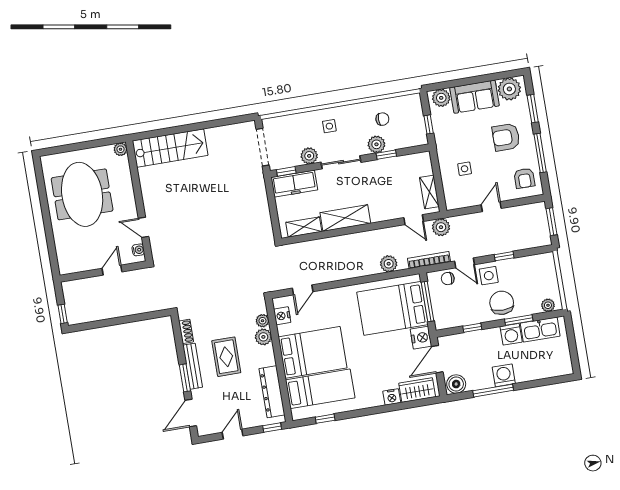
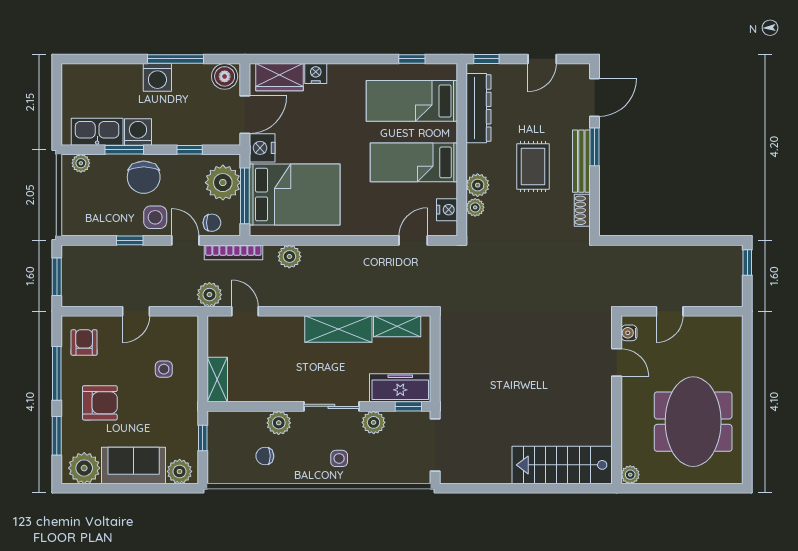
window: (386, 155) -> (268, 406), removed
shelving: (429, 192) -> (217, 380), moved
plant: (445, 308) -> (223, 183), added
bed: (313, 352) -> (414, 162), width x0.67

